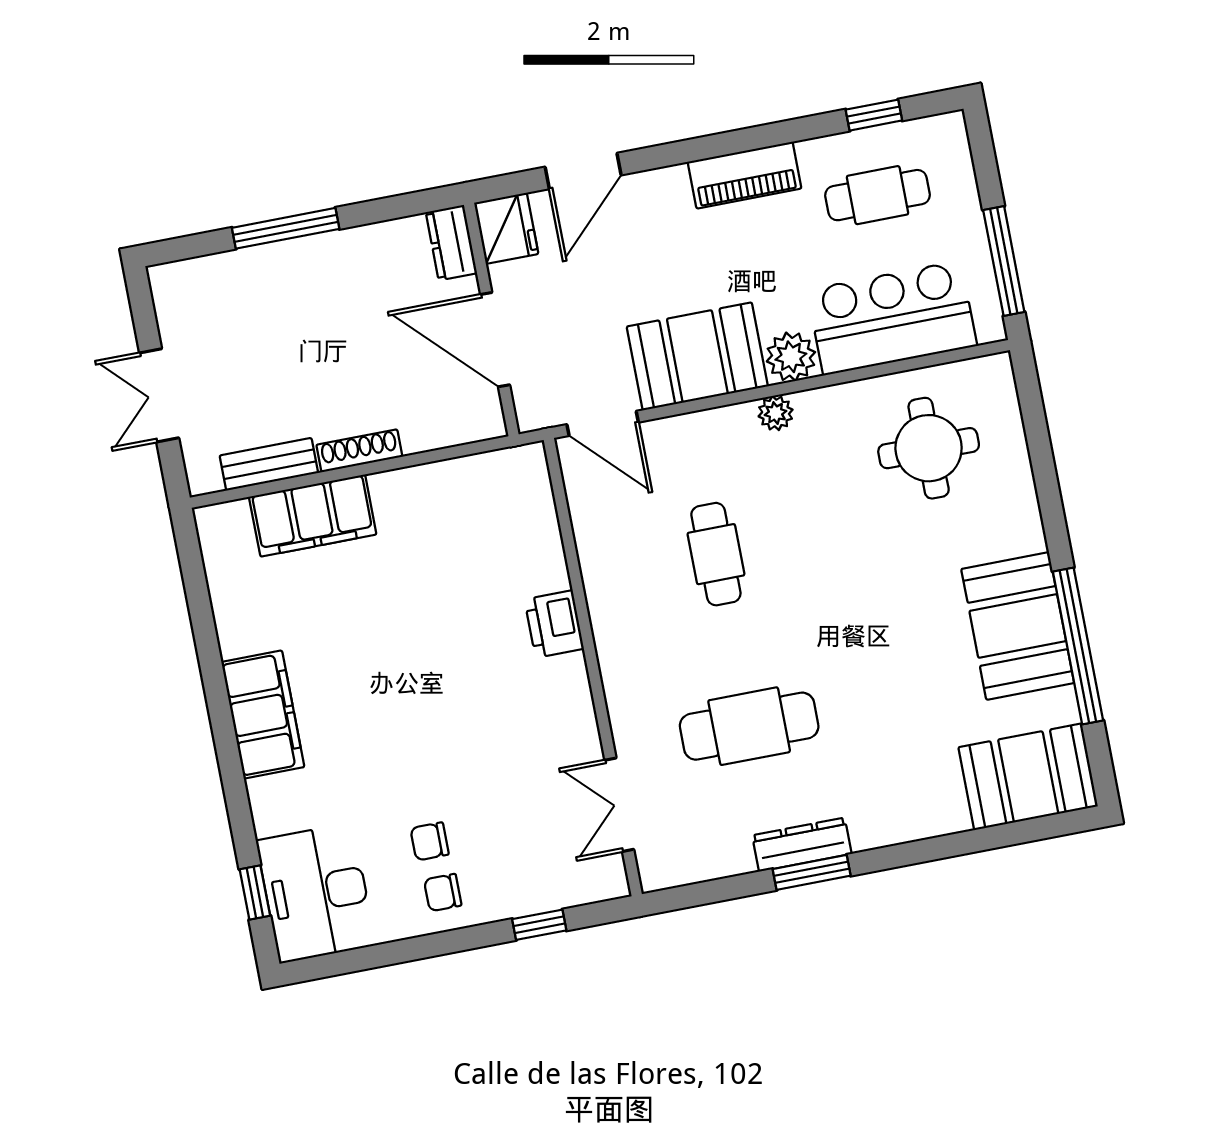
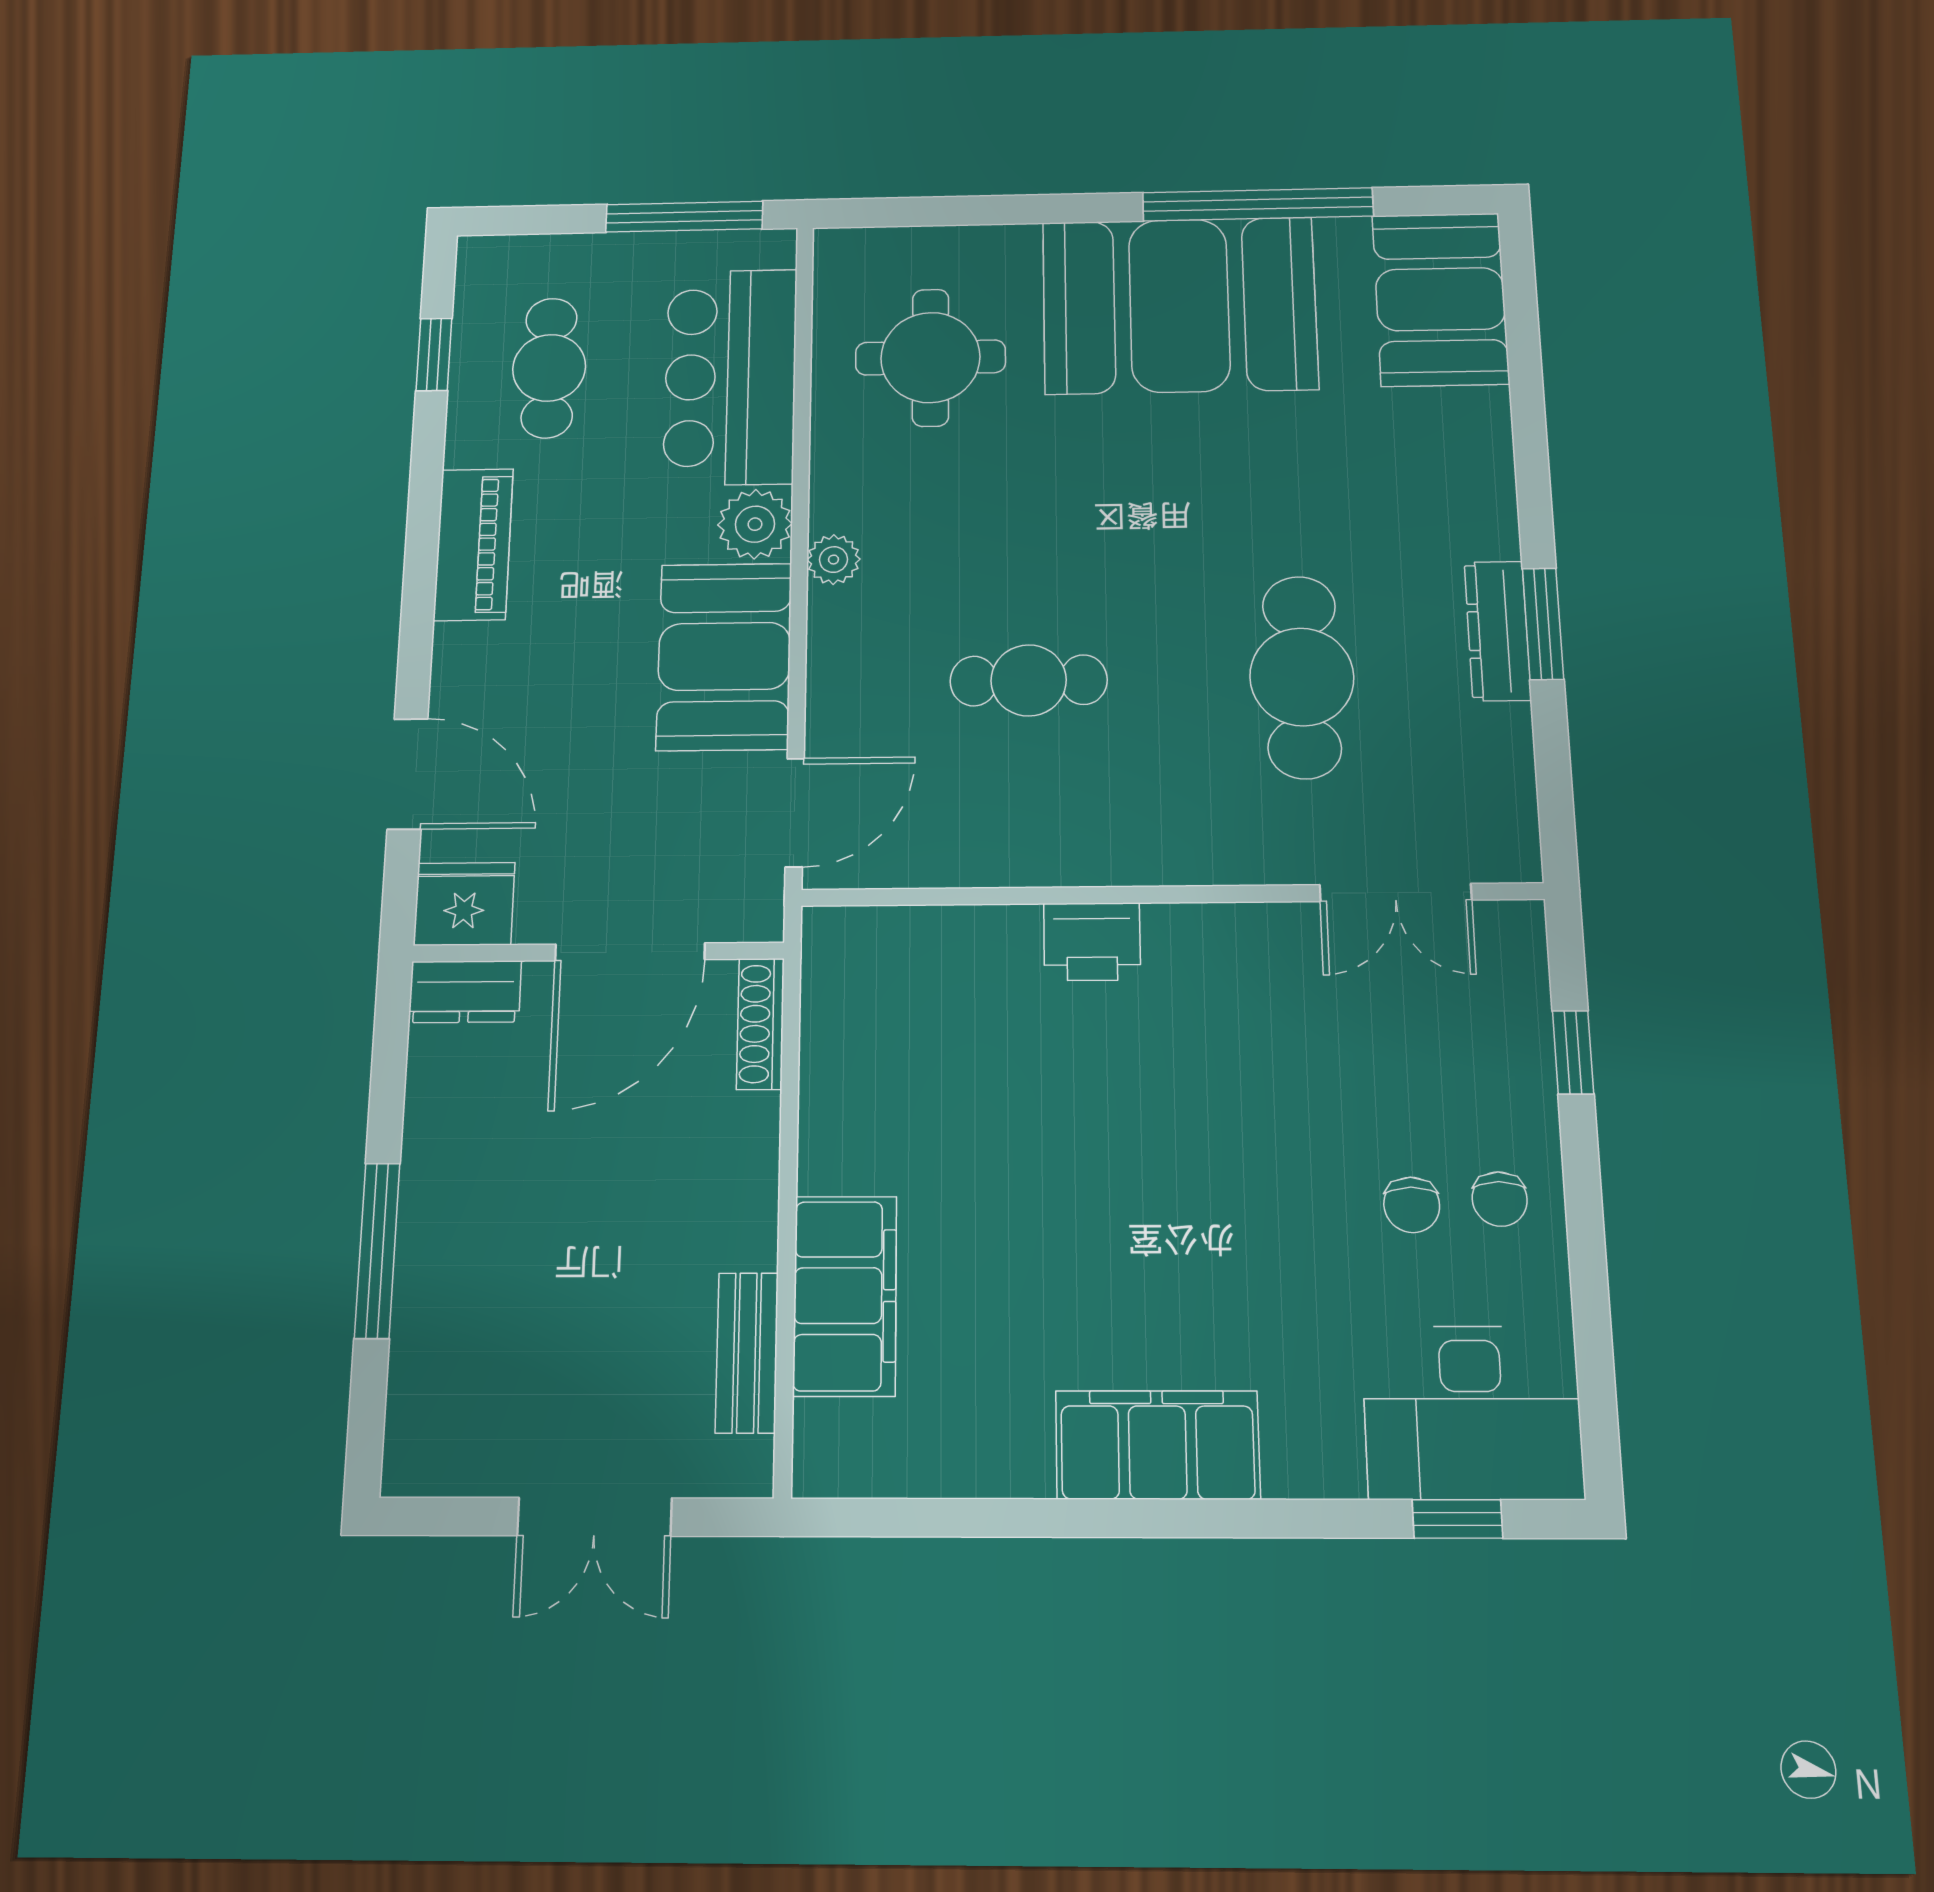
shoe rack: (359, 451) -> (760, 1024), moved
booth: (1018, 626) -> (1179, 305), width x1.36, depth x1.42

